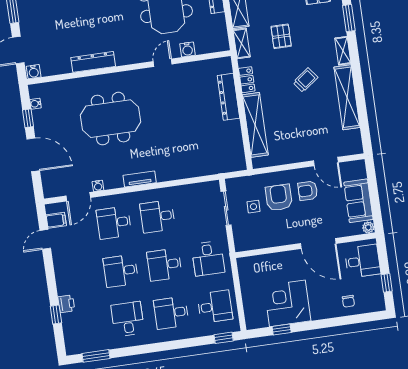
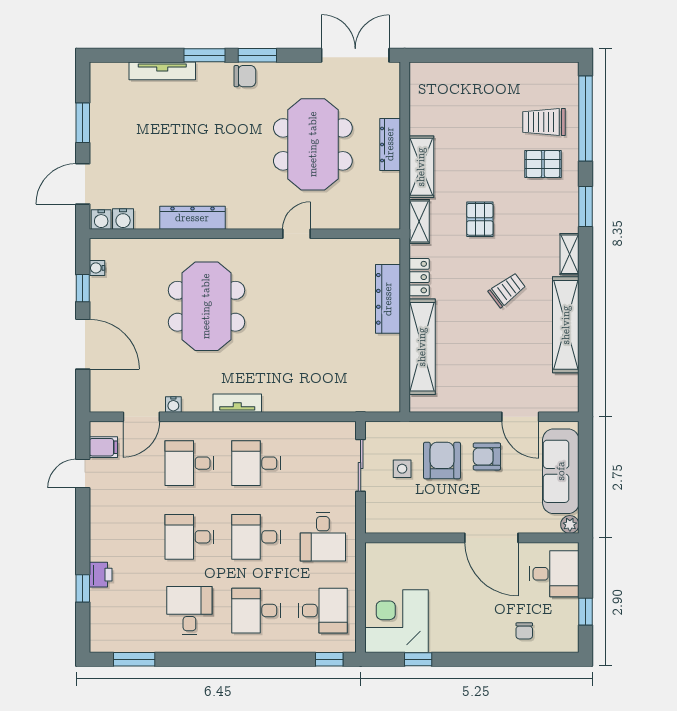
water cooler: (187, 49) -> (123, 219), moved
meeting table: (111, 119) -> (206, 306), turned 90
sofa: (358, 201) -> (561, 471), width x1.36
corner desk: (287, 303) -> (396, 621), moved

